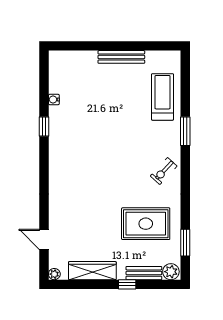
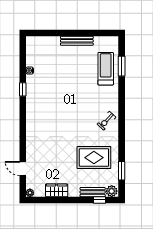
window: (185, 131) -> (122, 66), moved
wardrobe: (92, 271) -> (57, 190), width x0.67
window: (127, 284) -> (100, 200), moved

